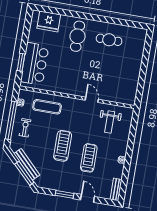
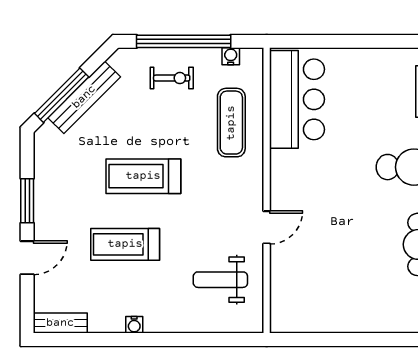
window: (21, 62) -> (328, 41), removed
bar counter: (35, 64) -> (297, 99), moved, turned -90
treadmill: (63, 146) -> (143, 176), turned 180
treadmill: (89, 158) -> (125, 244), turned 180

